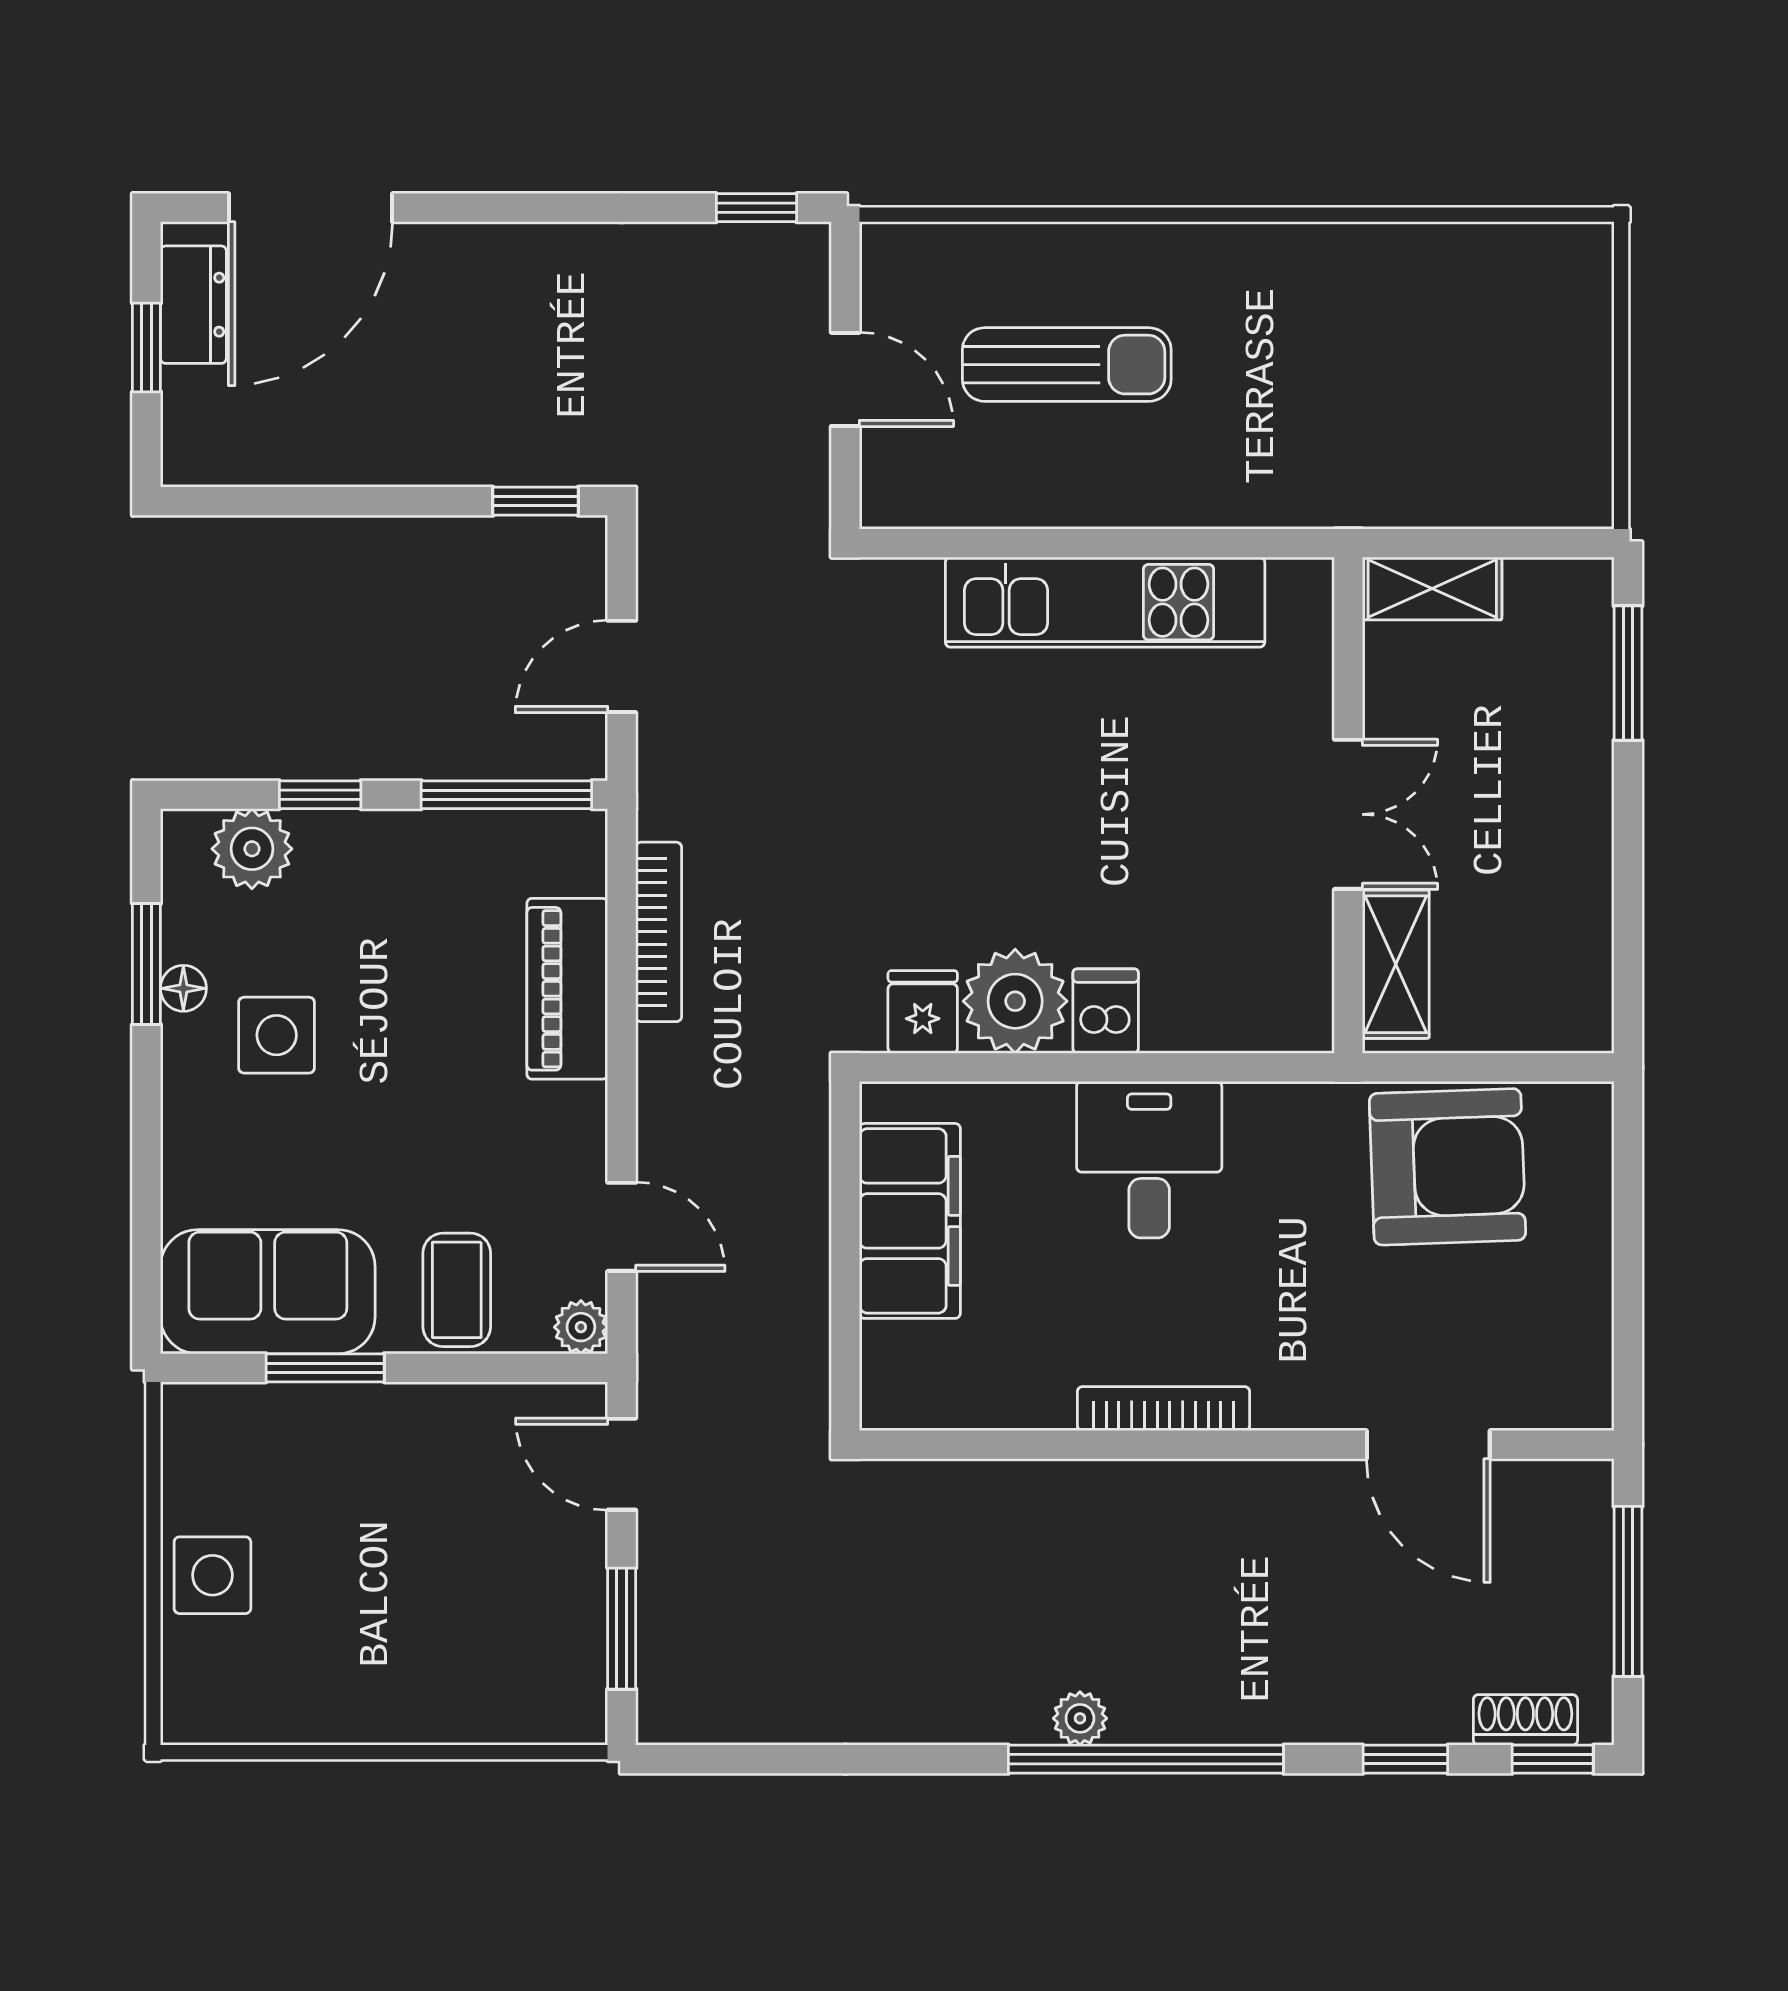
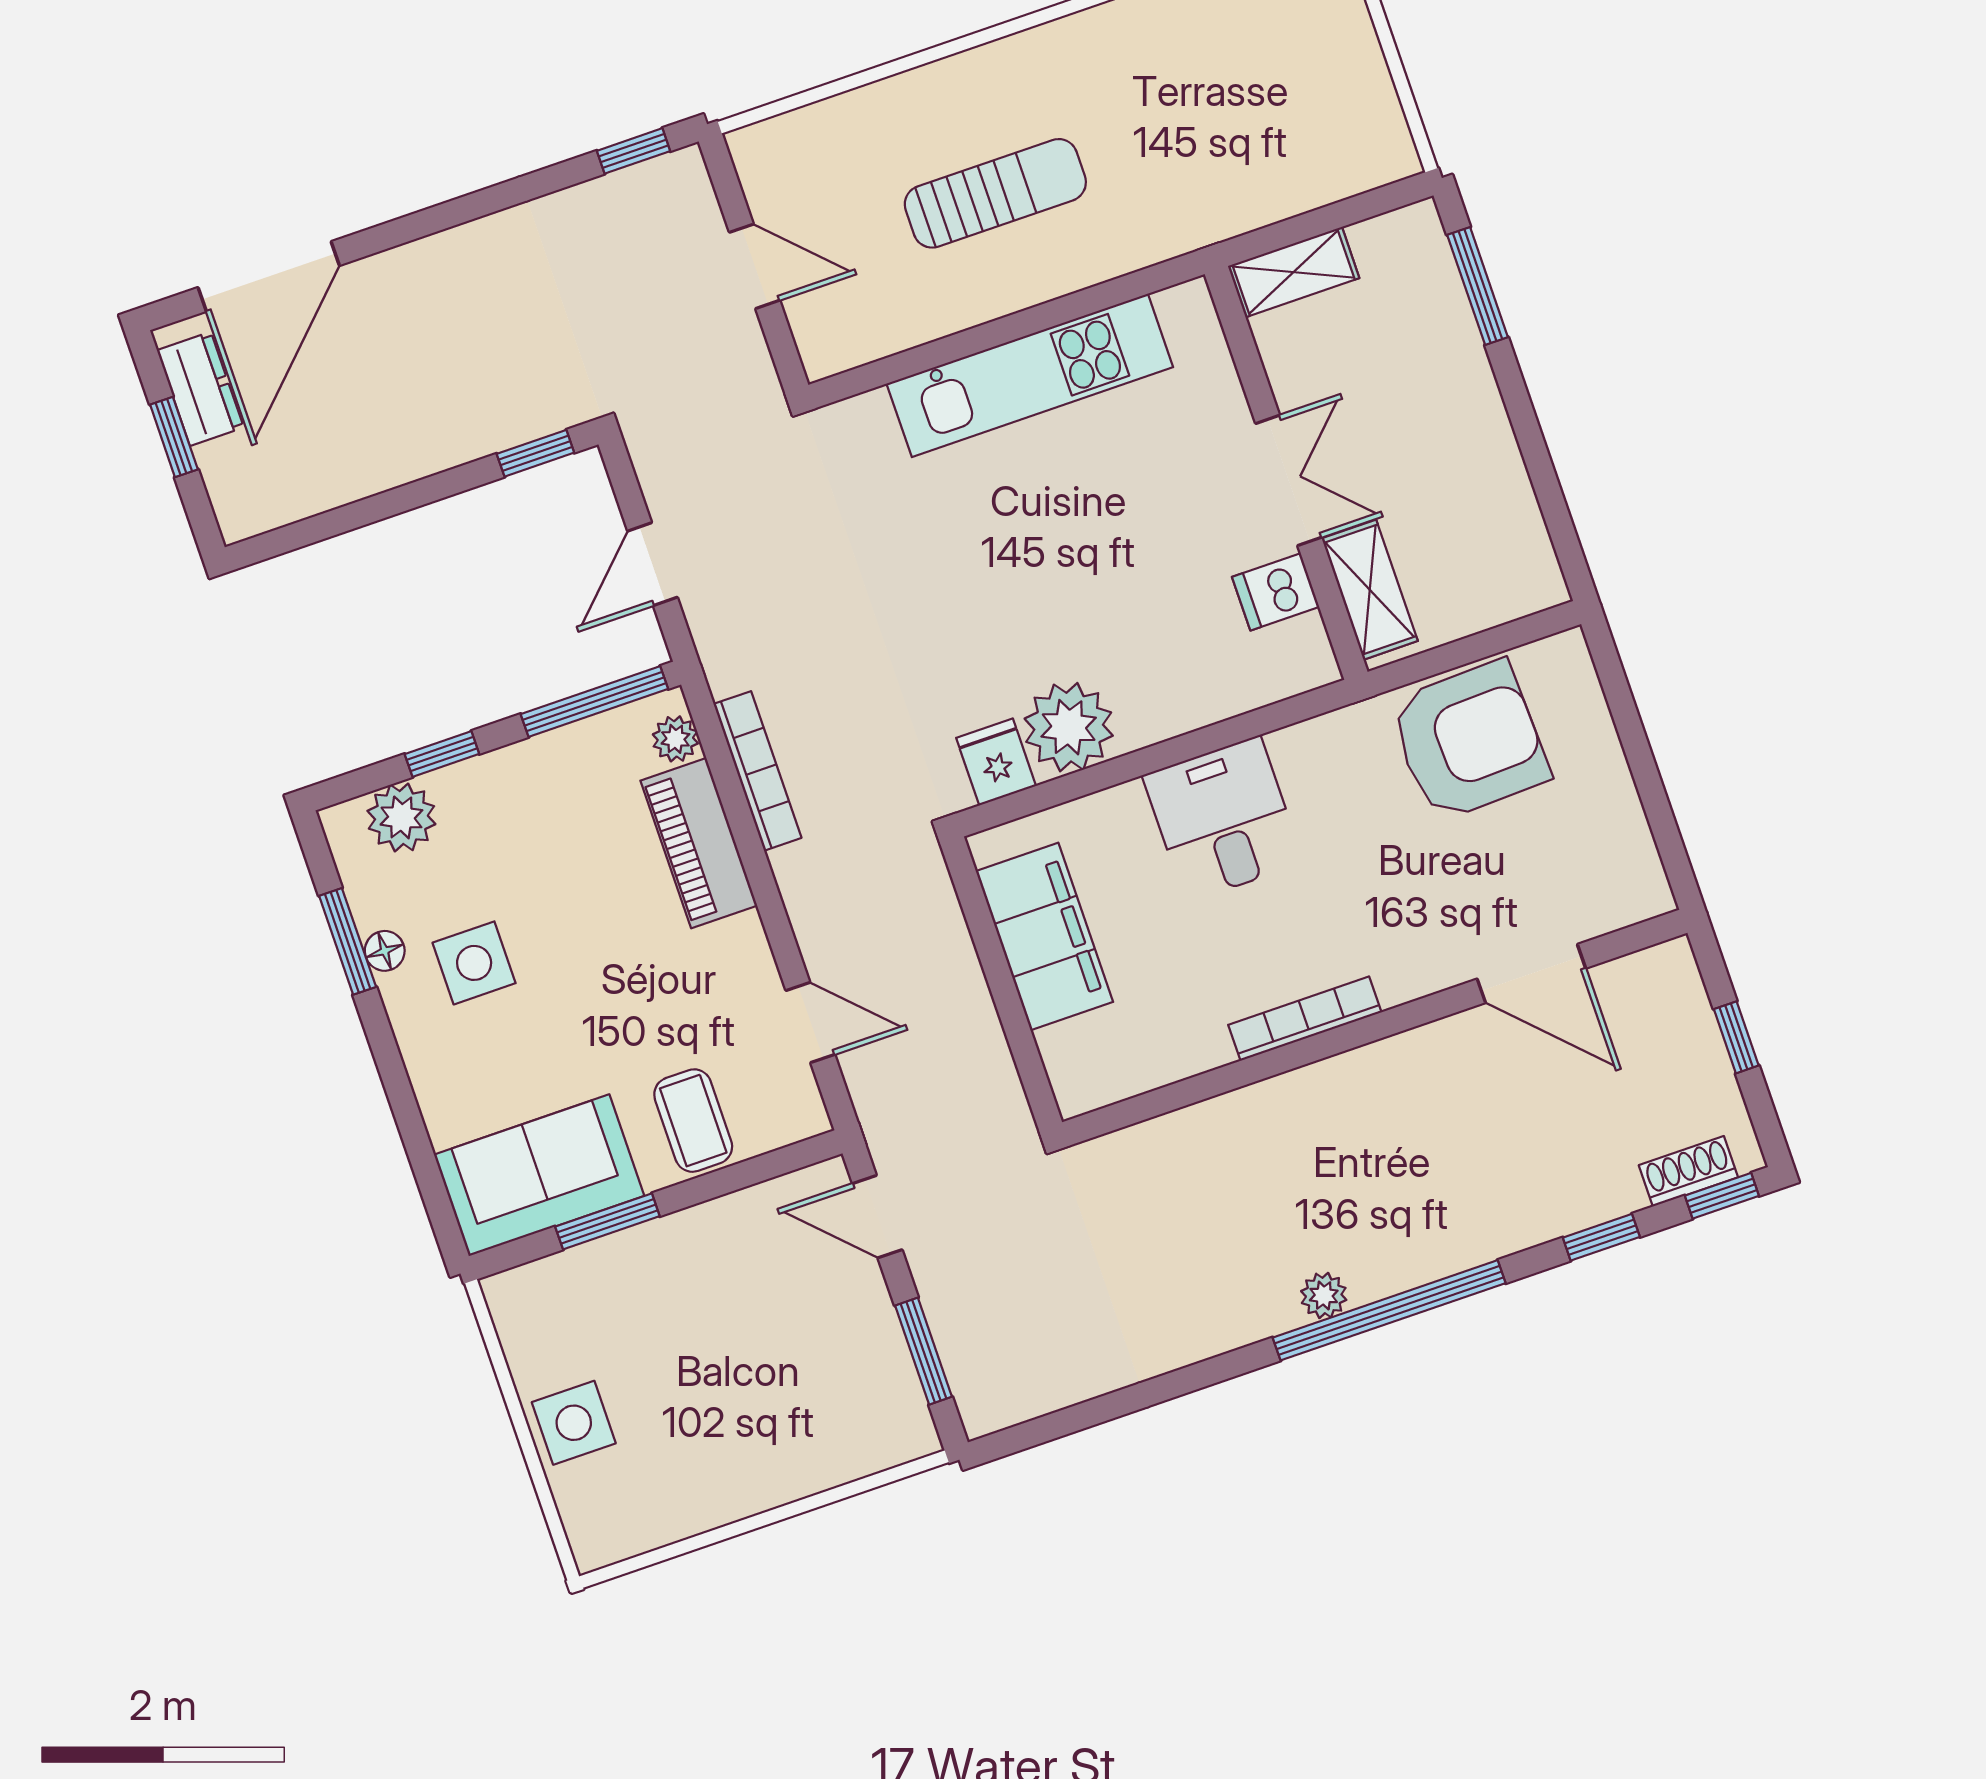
sun lounger: (1067, 365) -> (995, 193), moved
dishwasher: (1106, 1011) -> (1276, 592), moved, turned -90
plant: (581, 1327) -> (675, 739), moved
window: (1628, 1591) -> (1736, 1037), width x0.46

